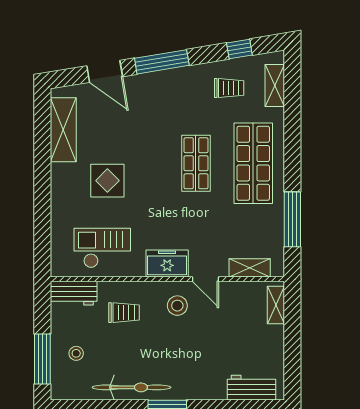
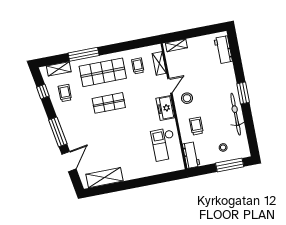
display table: (107, 181) -> (127, 149), removed
window: (292, 219) -> (84, 54), moved
trolley: (252, 228) -> (138, 66), added

